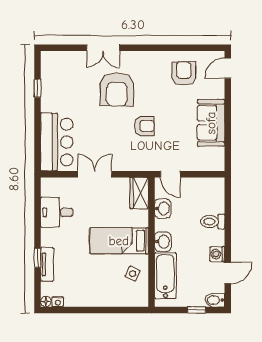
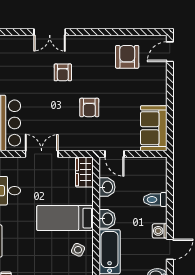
armchair: (117, 90) -> (63, 72), width x0.53, depth x0.53
sofa: (211, 123) -> (154, 128), moved
armchair: (144, 126) -> (89, 107), turned 90

